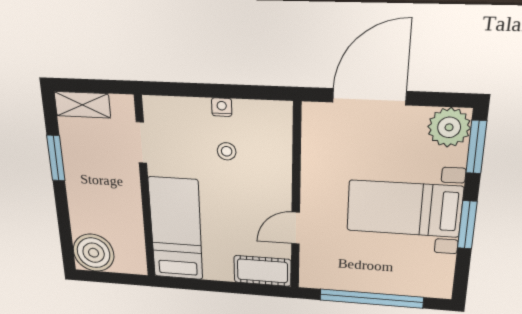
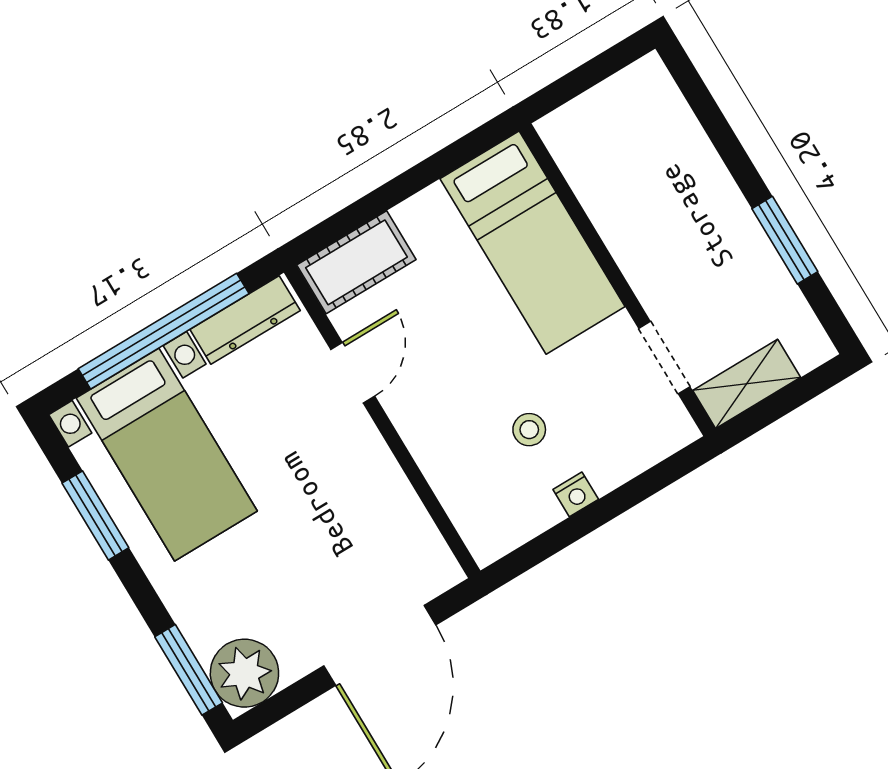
shelving: (82, 105) -> (747, 384), moved
bed with nightstands: (404, 209) -> (167, 455), moved, turned 90
window: (467, 225) -> (95, 515), moved
boiler: (94, 253) -> (642, 104), removed
dresser: (330, 280) -> (245, 320), added

